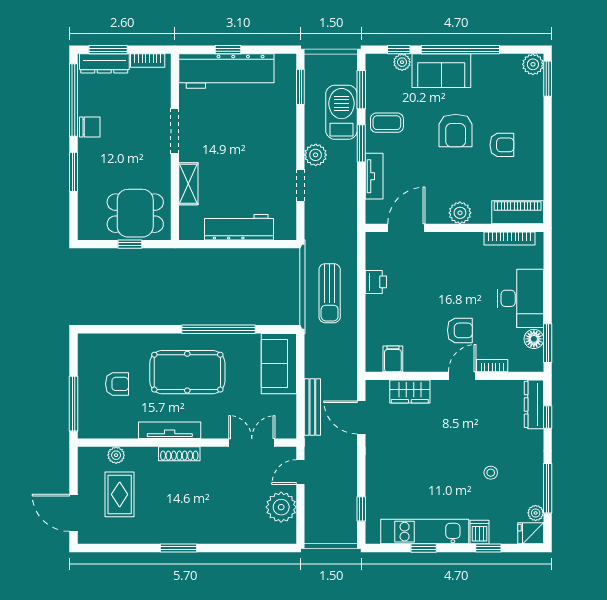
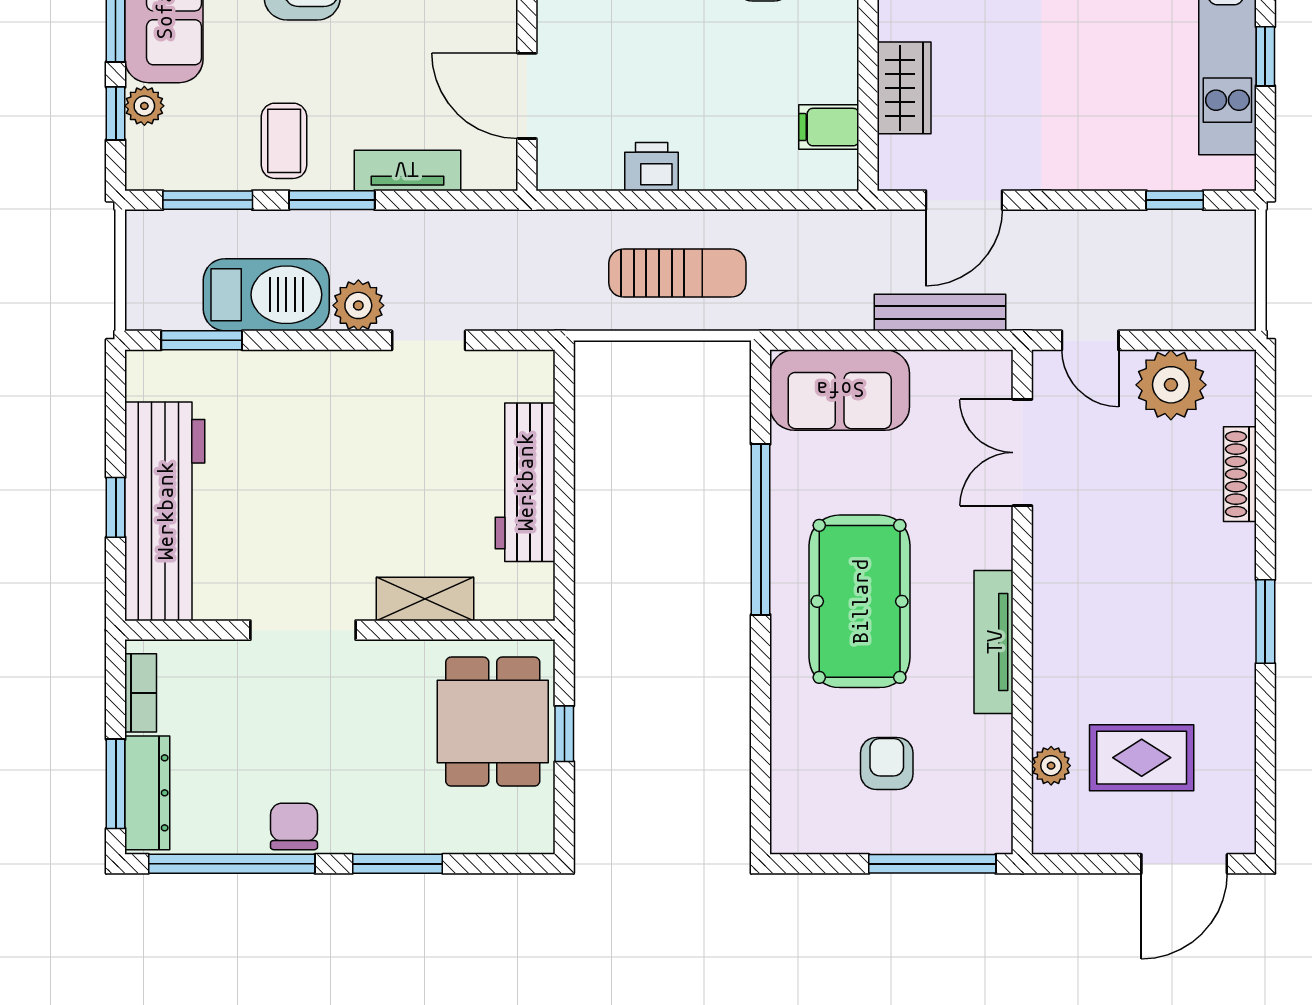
barbecue: (341, 112) -> (266, 295), moved, turned 180
shoe rack: (179, 454) -> (1240, 474), moved, turned 180

